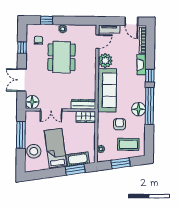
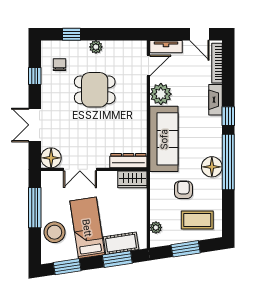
dining table: (62, 57) -> (95, 90), width x0.73
window: (42, 174) -> (67, 267), added

